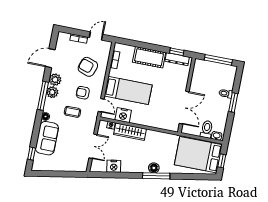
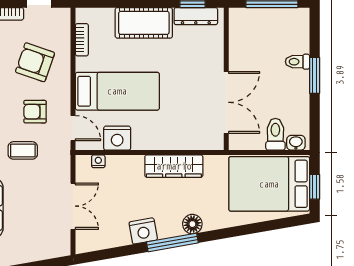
wardrobe: (130, 132) -> (174, 166), moved
nightstand: (114, 166) -> (143, 231), moved
window: (156, 176) -> (172, 242), moved

